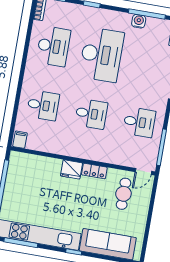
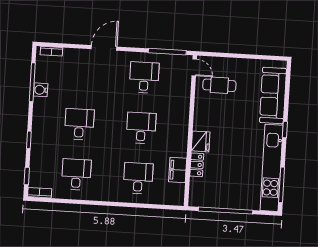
desk: (53, 46) -> (76, 174), width x0.73
desk: (101, 55) -> (79, 124), width x0.53, depth x0.77
filing cabinet: (20, 140) -> (178, 170), moved, width x2.00
locker: (94, 171) -> (197, 165), moved

